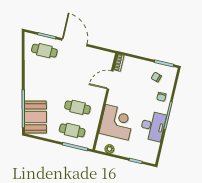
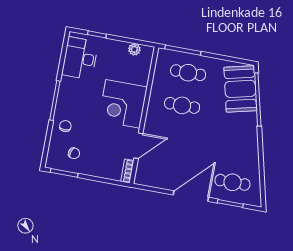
door: (74, 42) -> (191, 196), swing flipped
corner desk: (117, 122) -> (123, 104), moved
desk: (153, 126) -> (80, 58), moved

